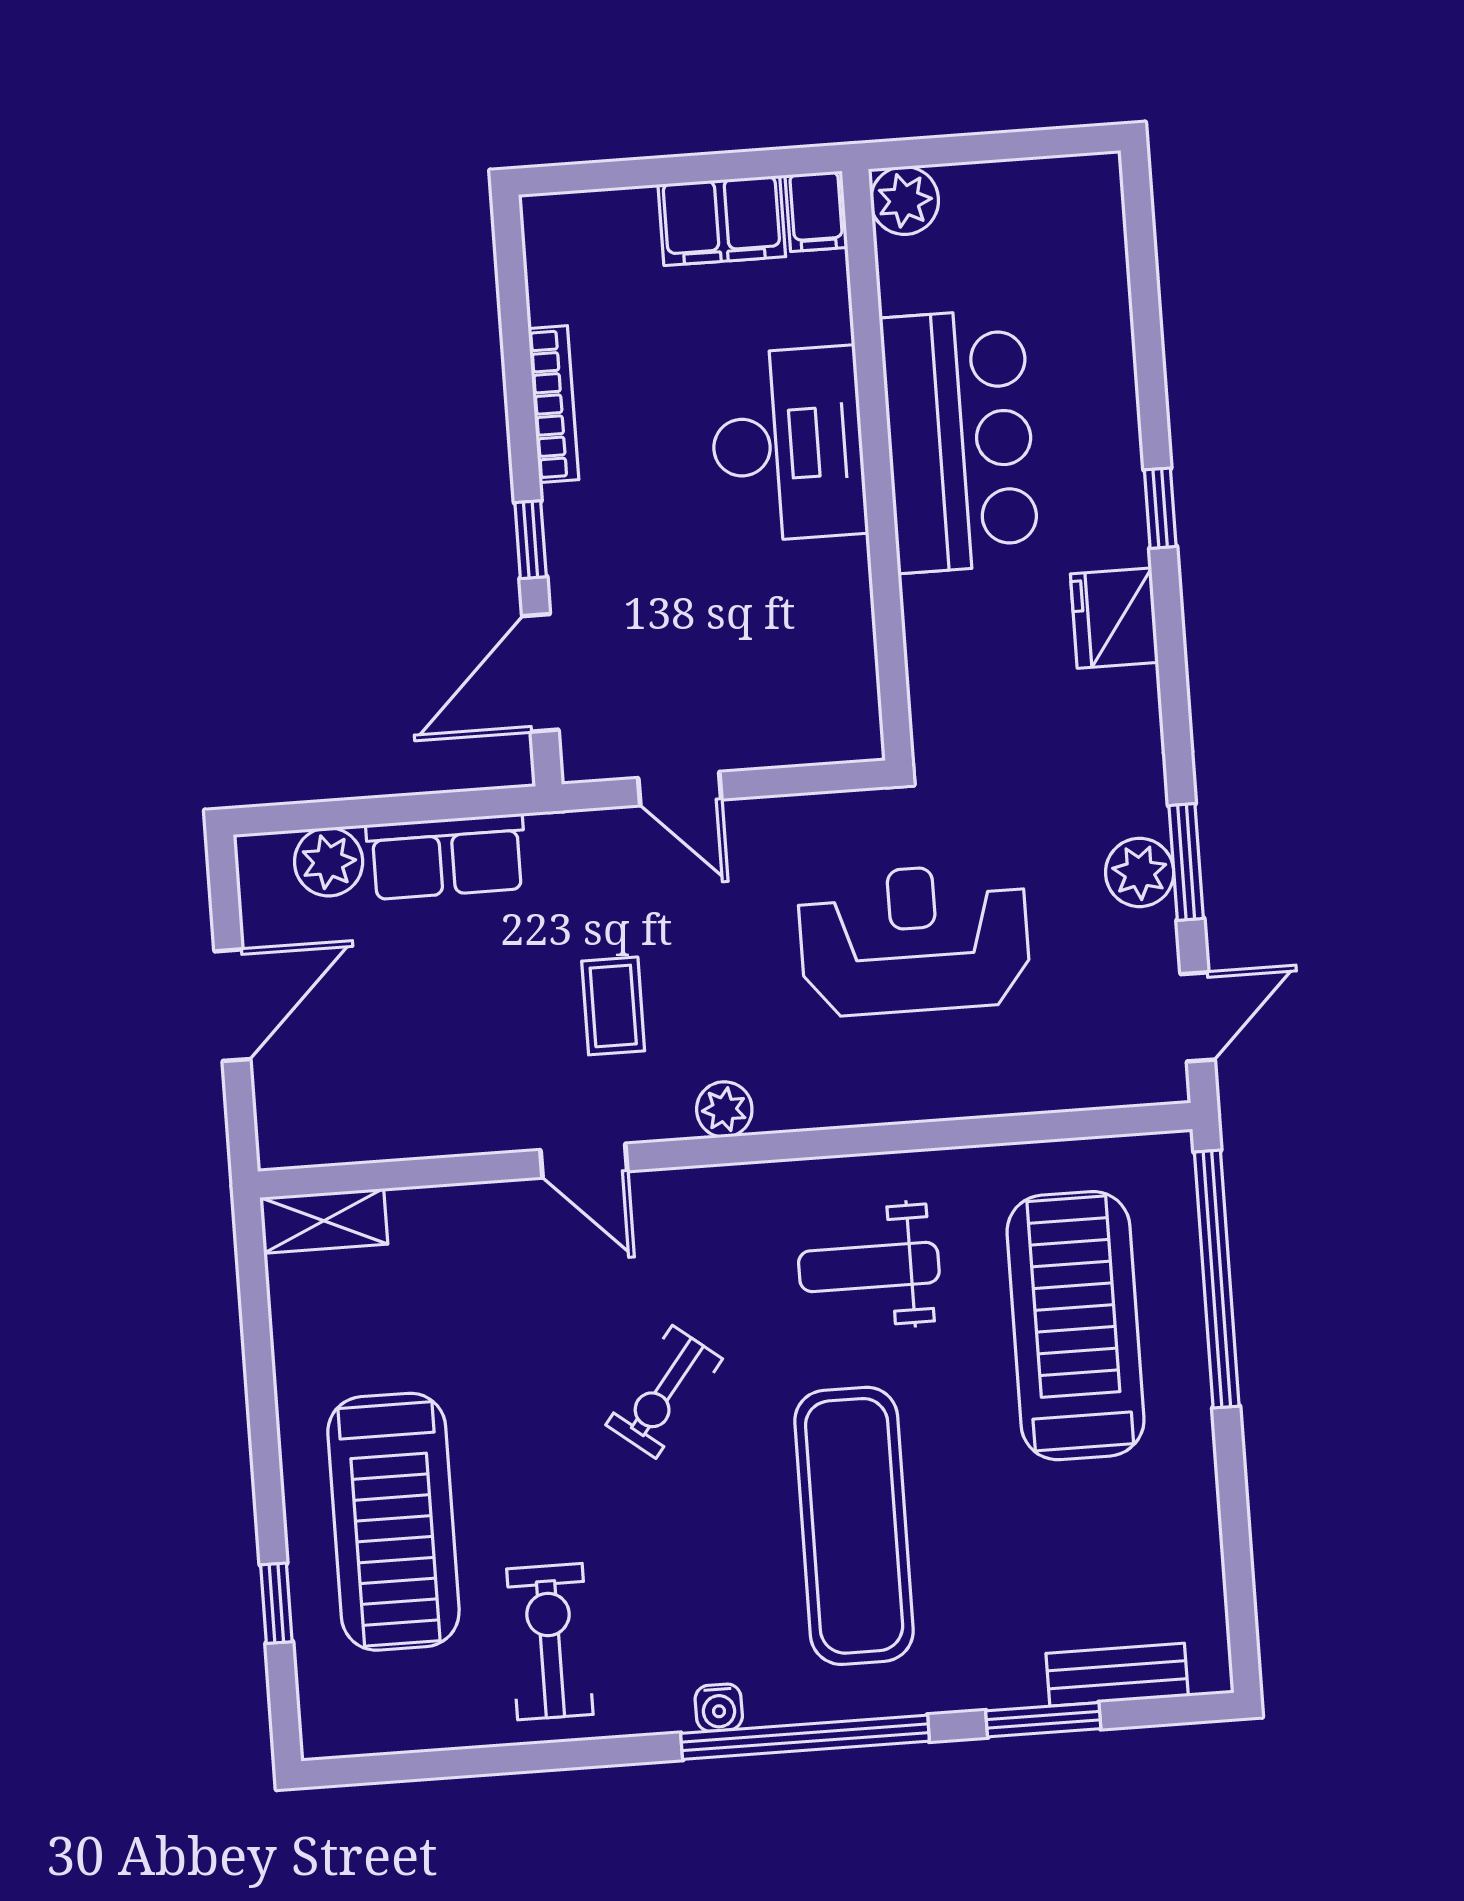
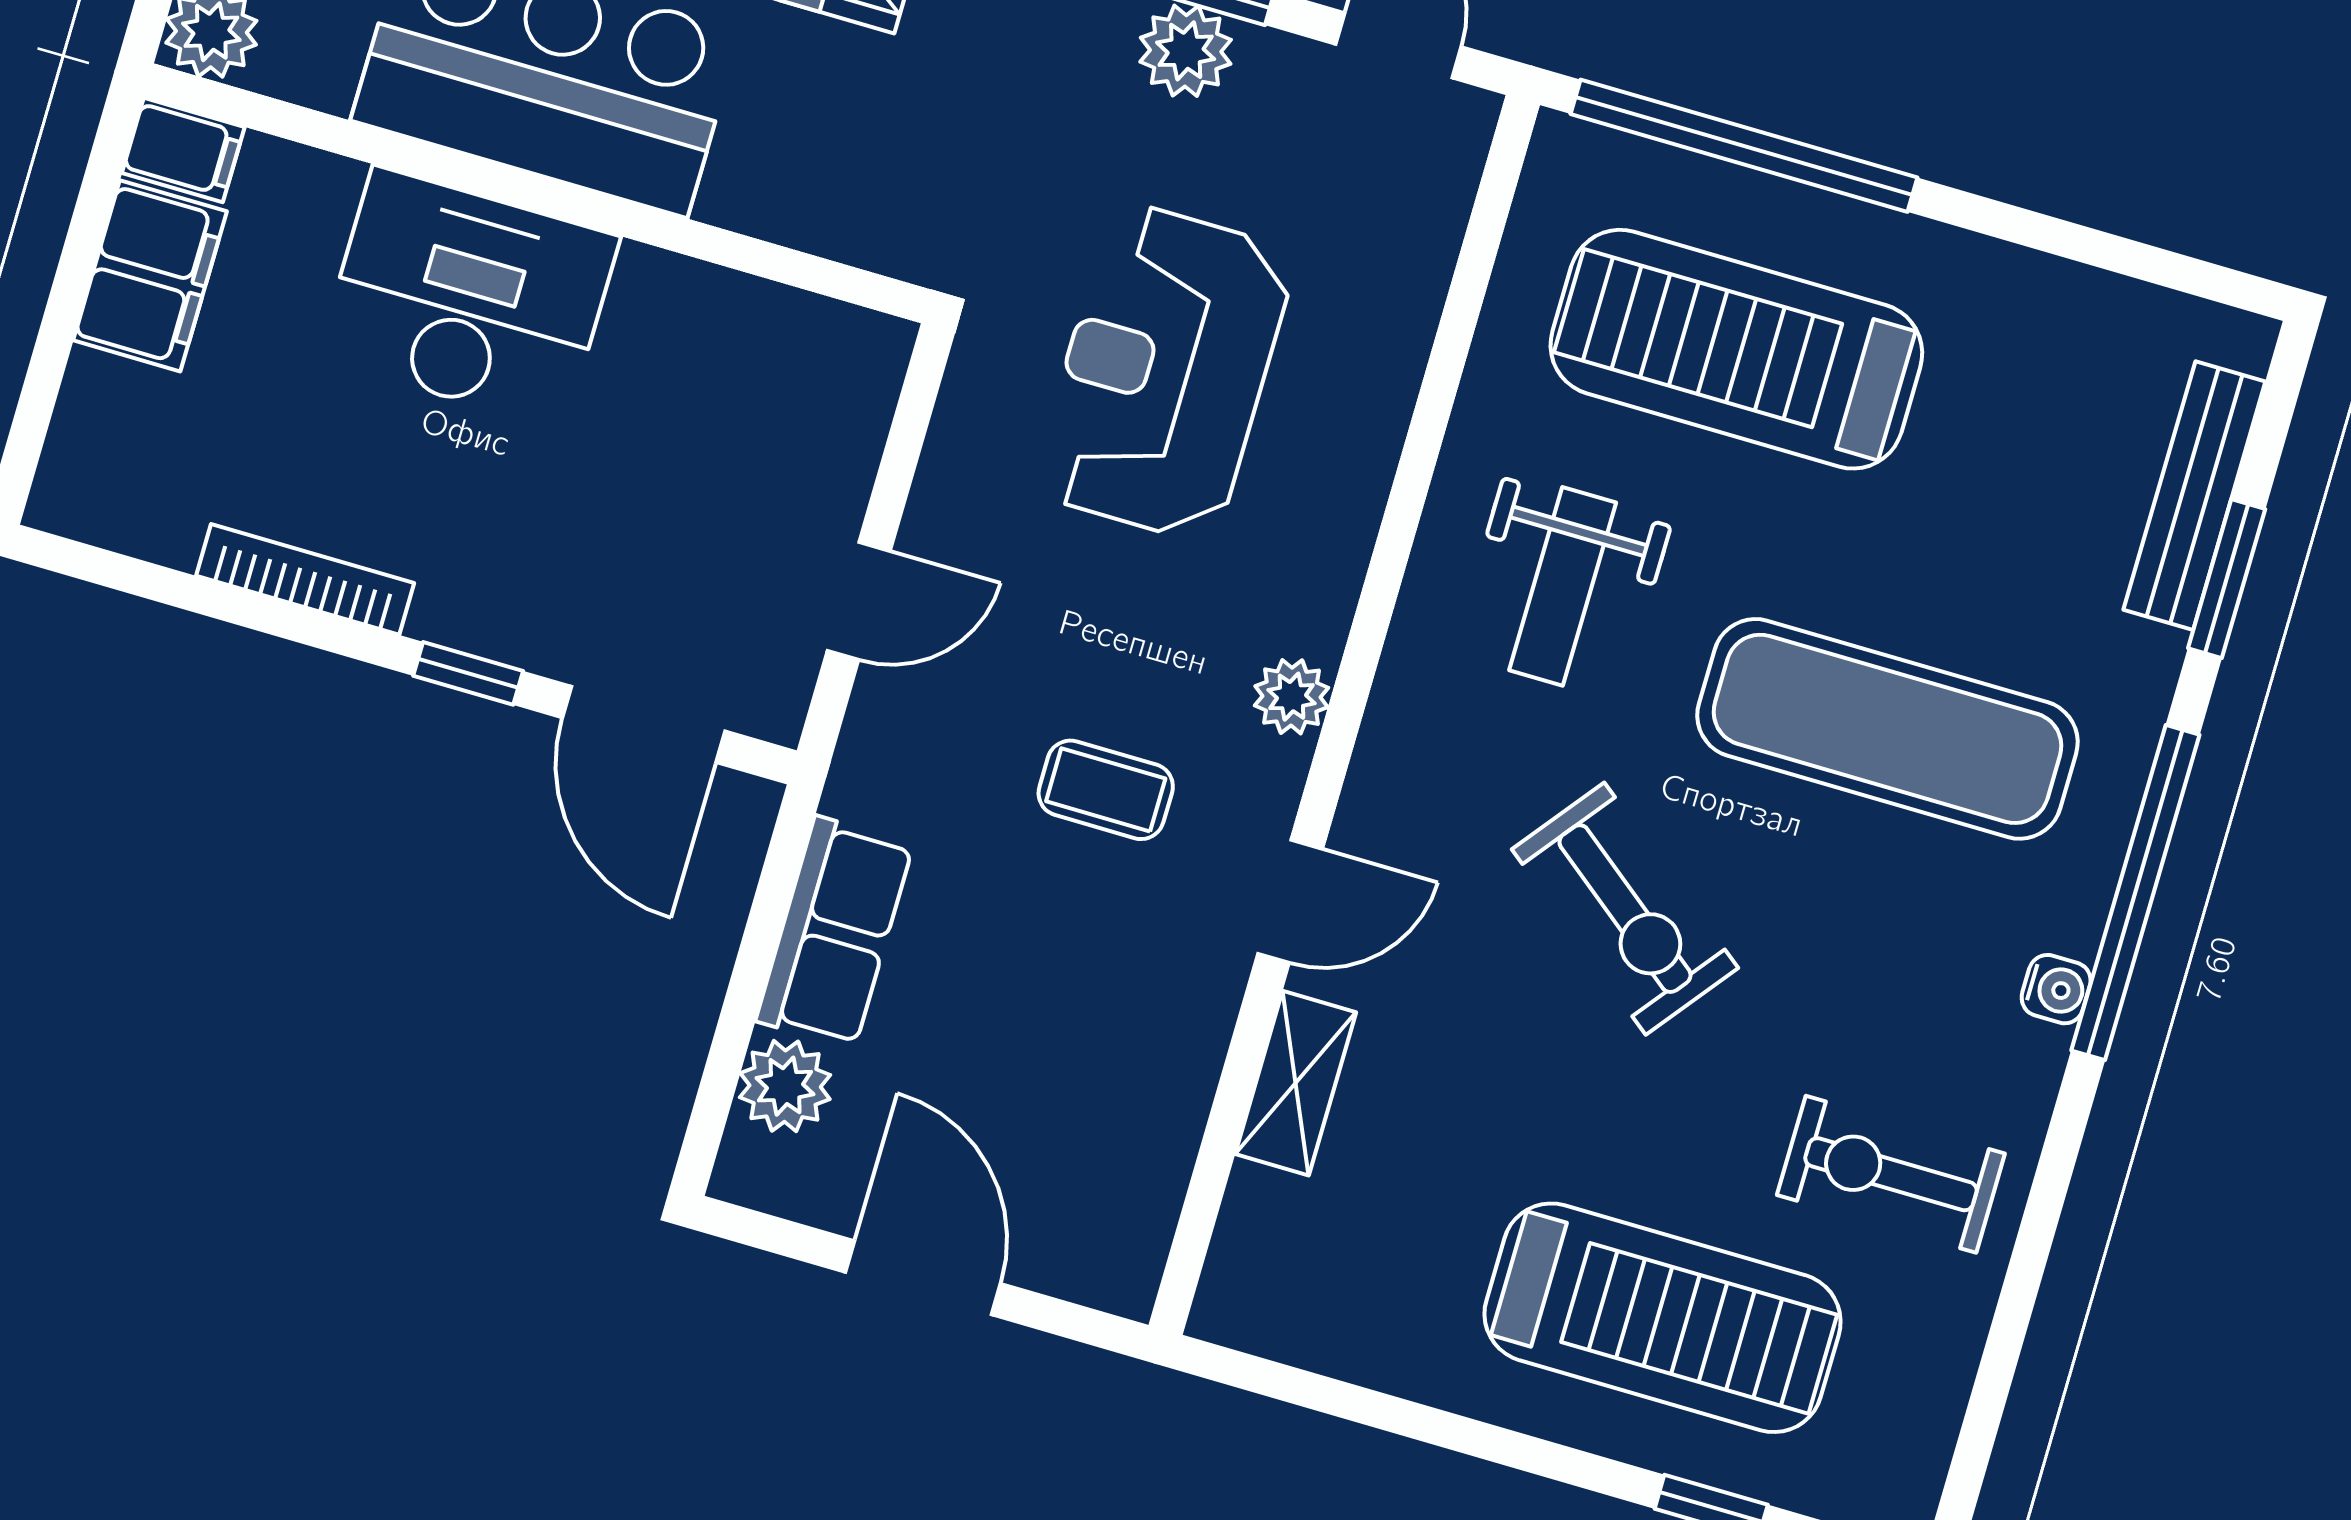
shelving: (324, 1221) -> (1296, 1083), moved
exercise bike: (664, 1392) -> (1625, 909), width x1.38, depth x1.39
bench: (1117, 1675) -> (2194, 496), width x1.36

